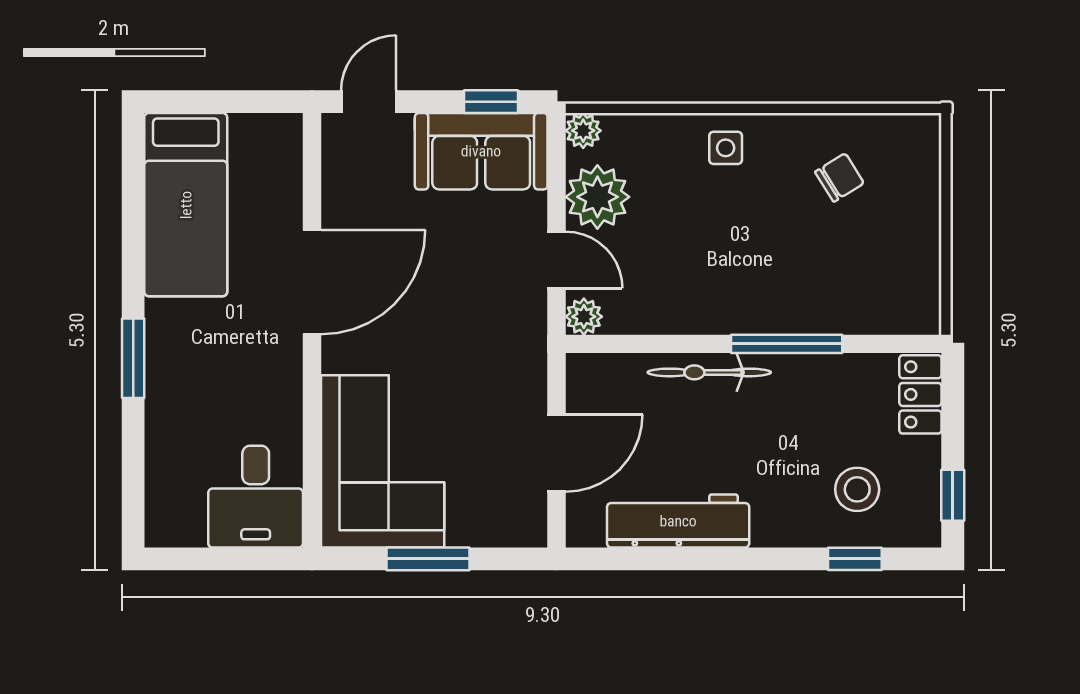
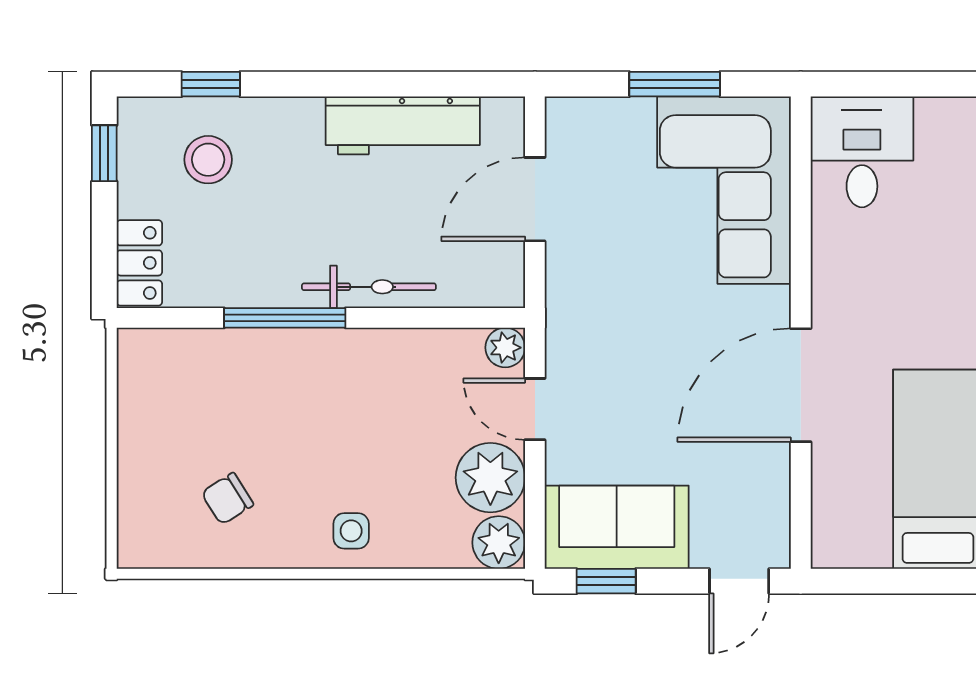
plant: (583, 131) -> (499, 543), width x1.38, depth x1.38

